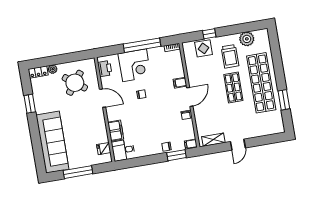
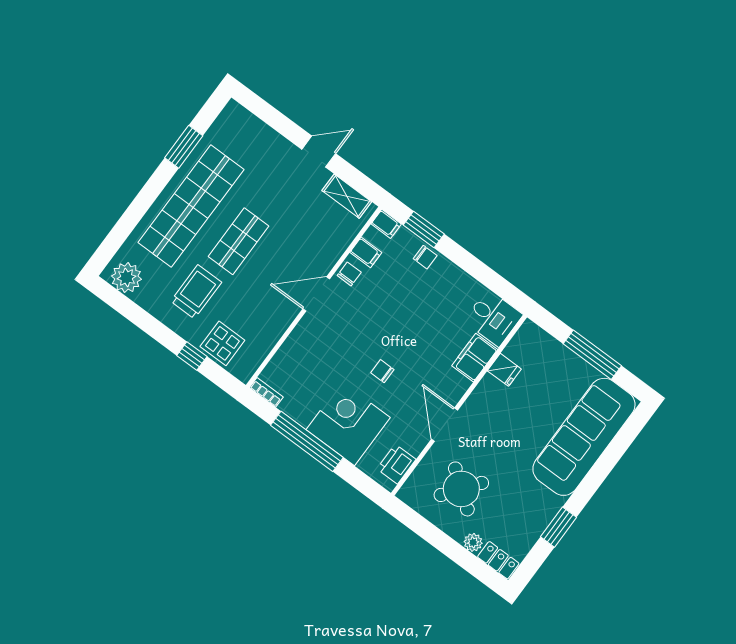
plant: (247, 39) -> (126, 278), moved
filing cabinet: (180, 83) -> (366, 252), moved
fridge: (104, 149) -> (504, 370), moved

